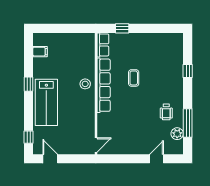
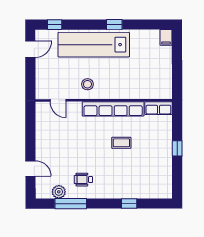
window: (122, 28) -> (177, 148), moved
filing cabinet: (40, 52) -> (166, 37), moved
stool: (85, 84) -> (87, 84), moved
lab bench: (46, 102) -> (94, 45), width x1.36
door: (96, 145) -> (58, 100), moved

